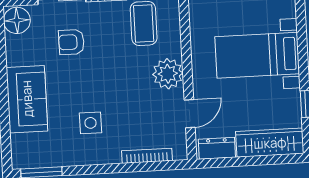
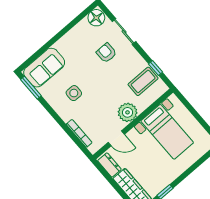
bed with nightstands: (257, 55) -> (167, 132), moved, turned 180
sofa: (27, 99) -> (44, 68), moved

